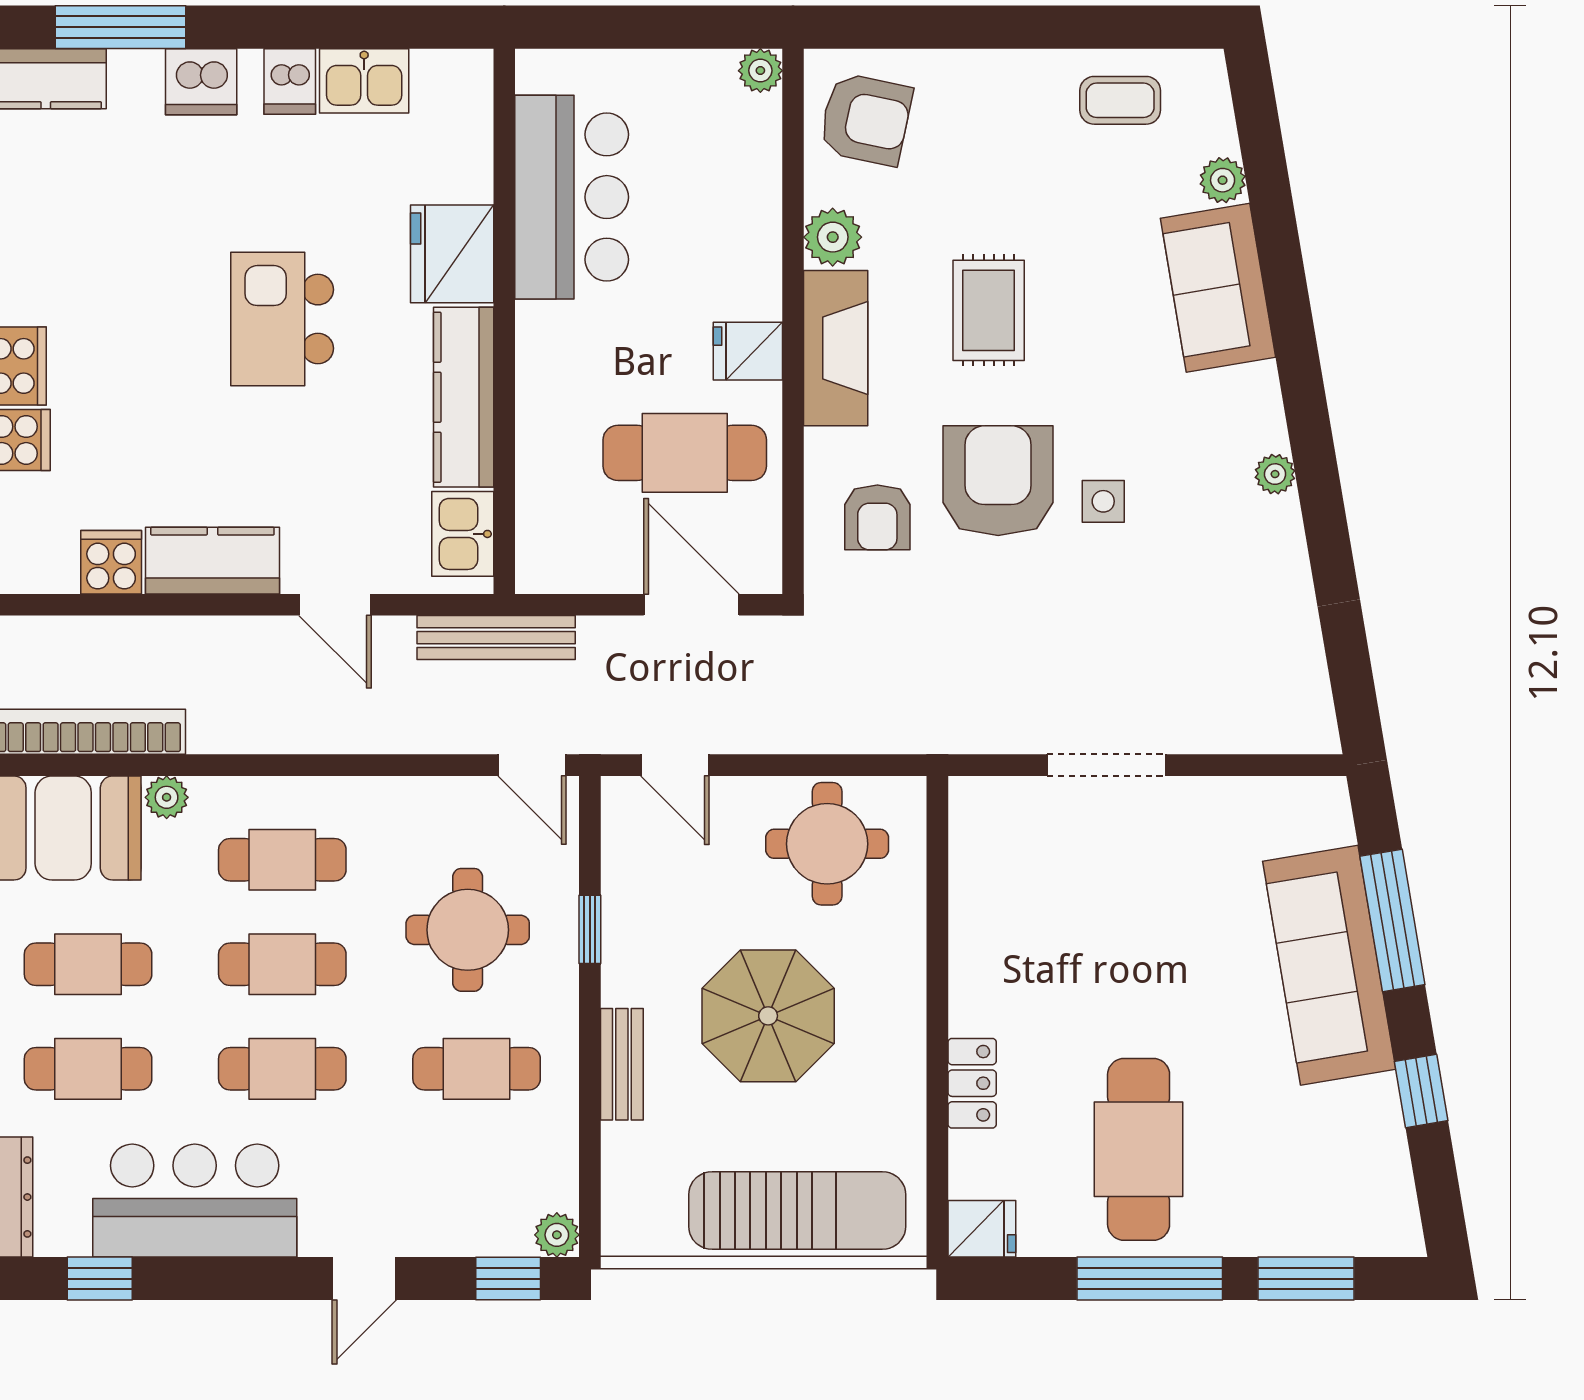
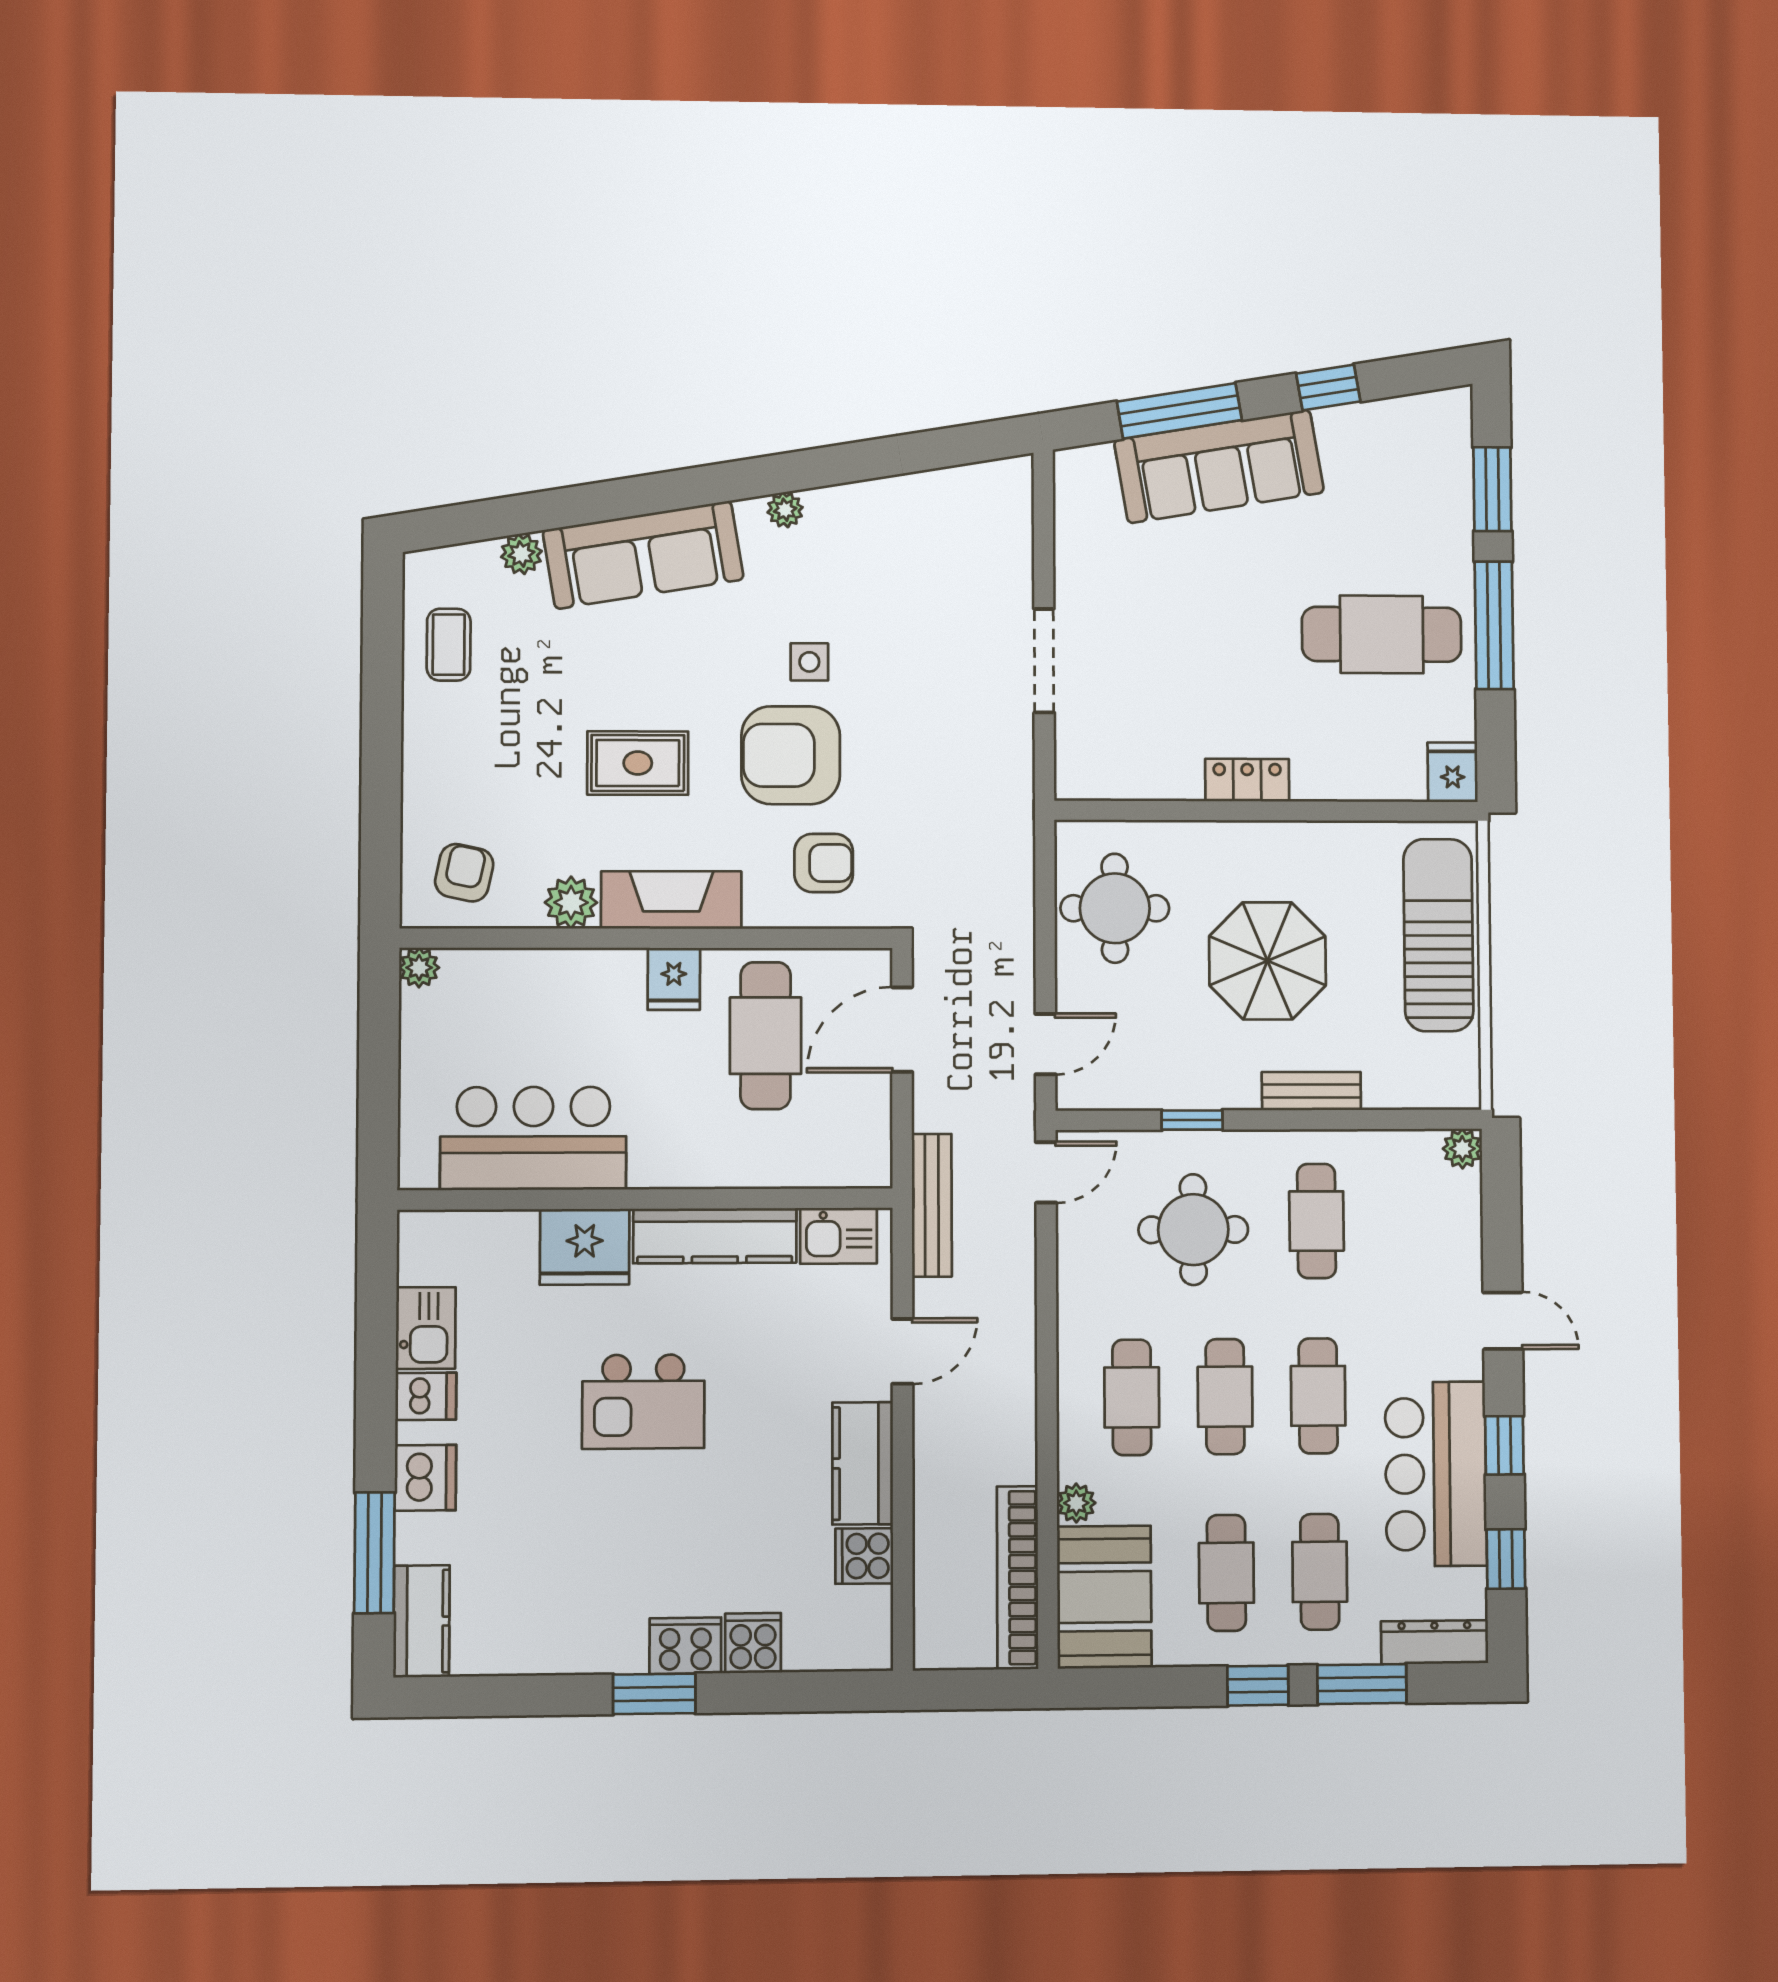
armchair: (866, 119) -> (464, 873), width x0.72, depth x0.72
sofa: (1218, 288) -> (643, 555), width x1.36
locker: (972, 1083) -> (1247, 780), moved
window: (508, 1279) -> (1504, 1445), moved

